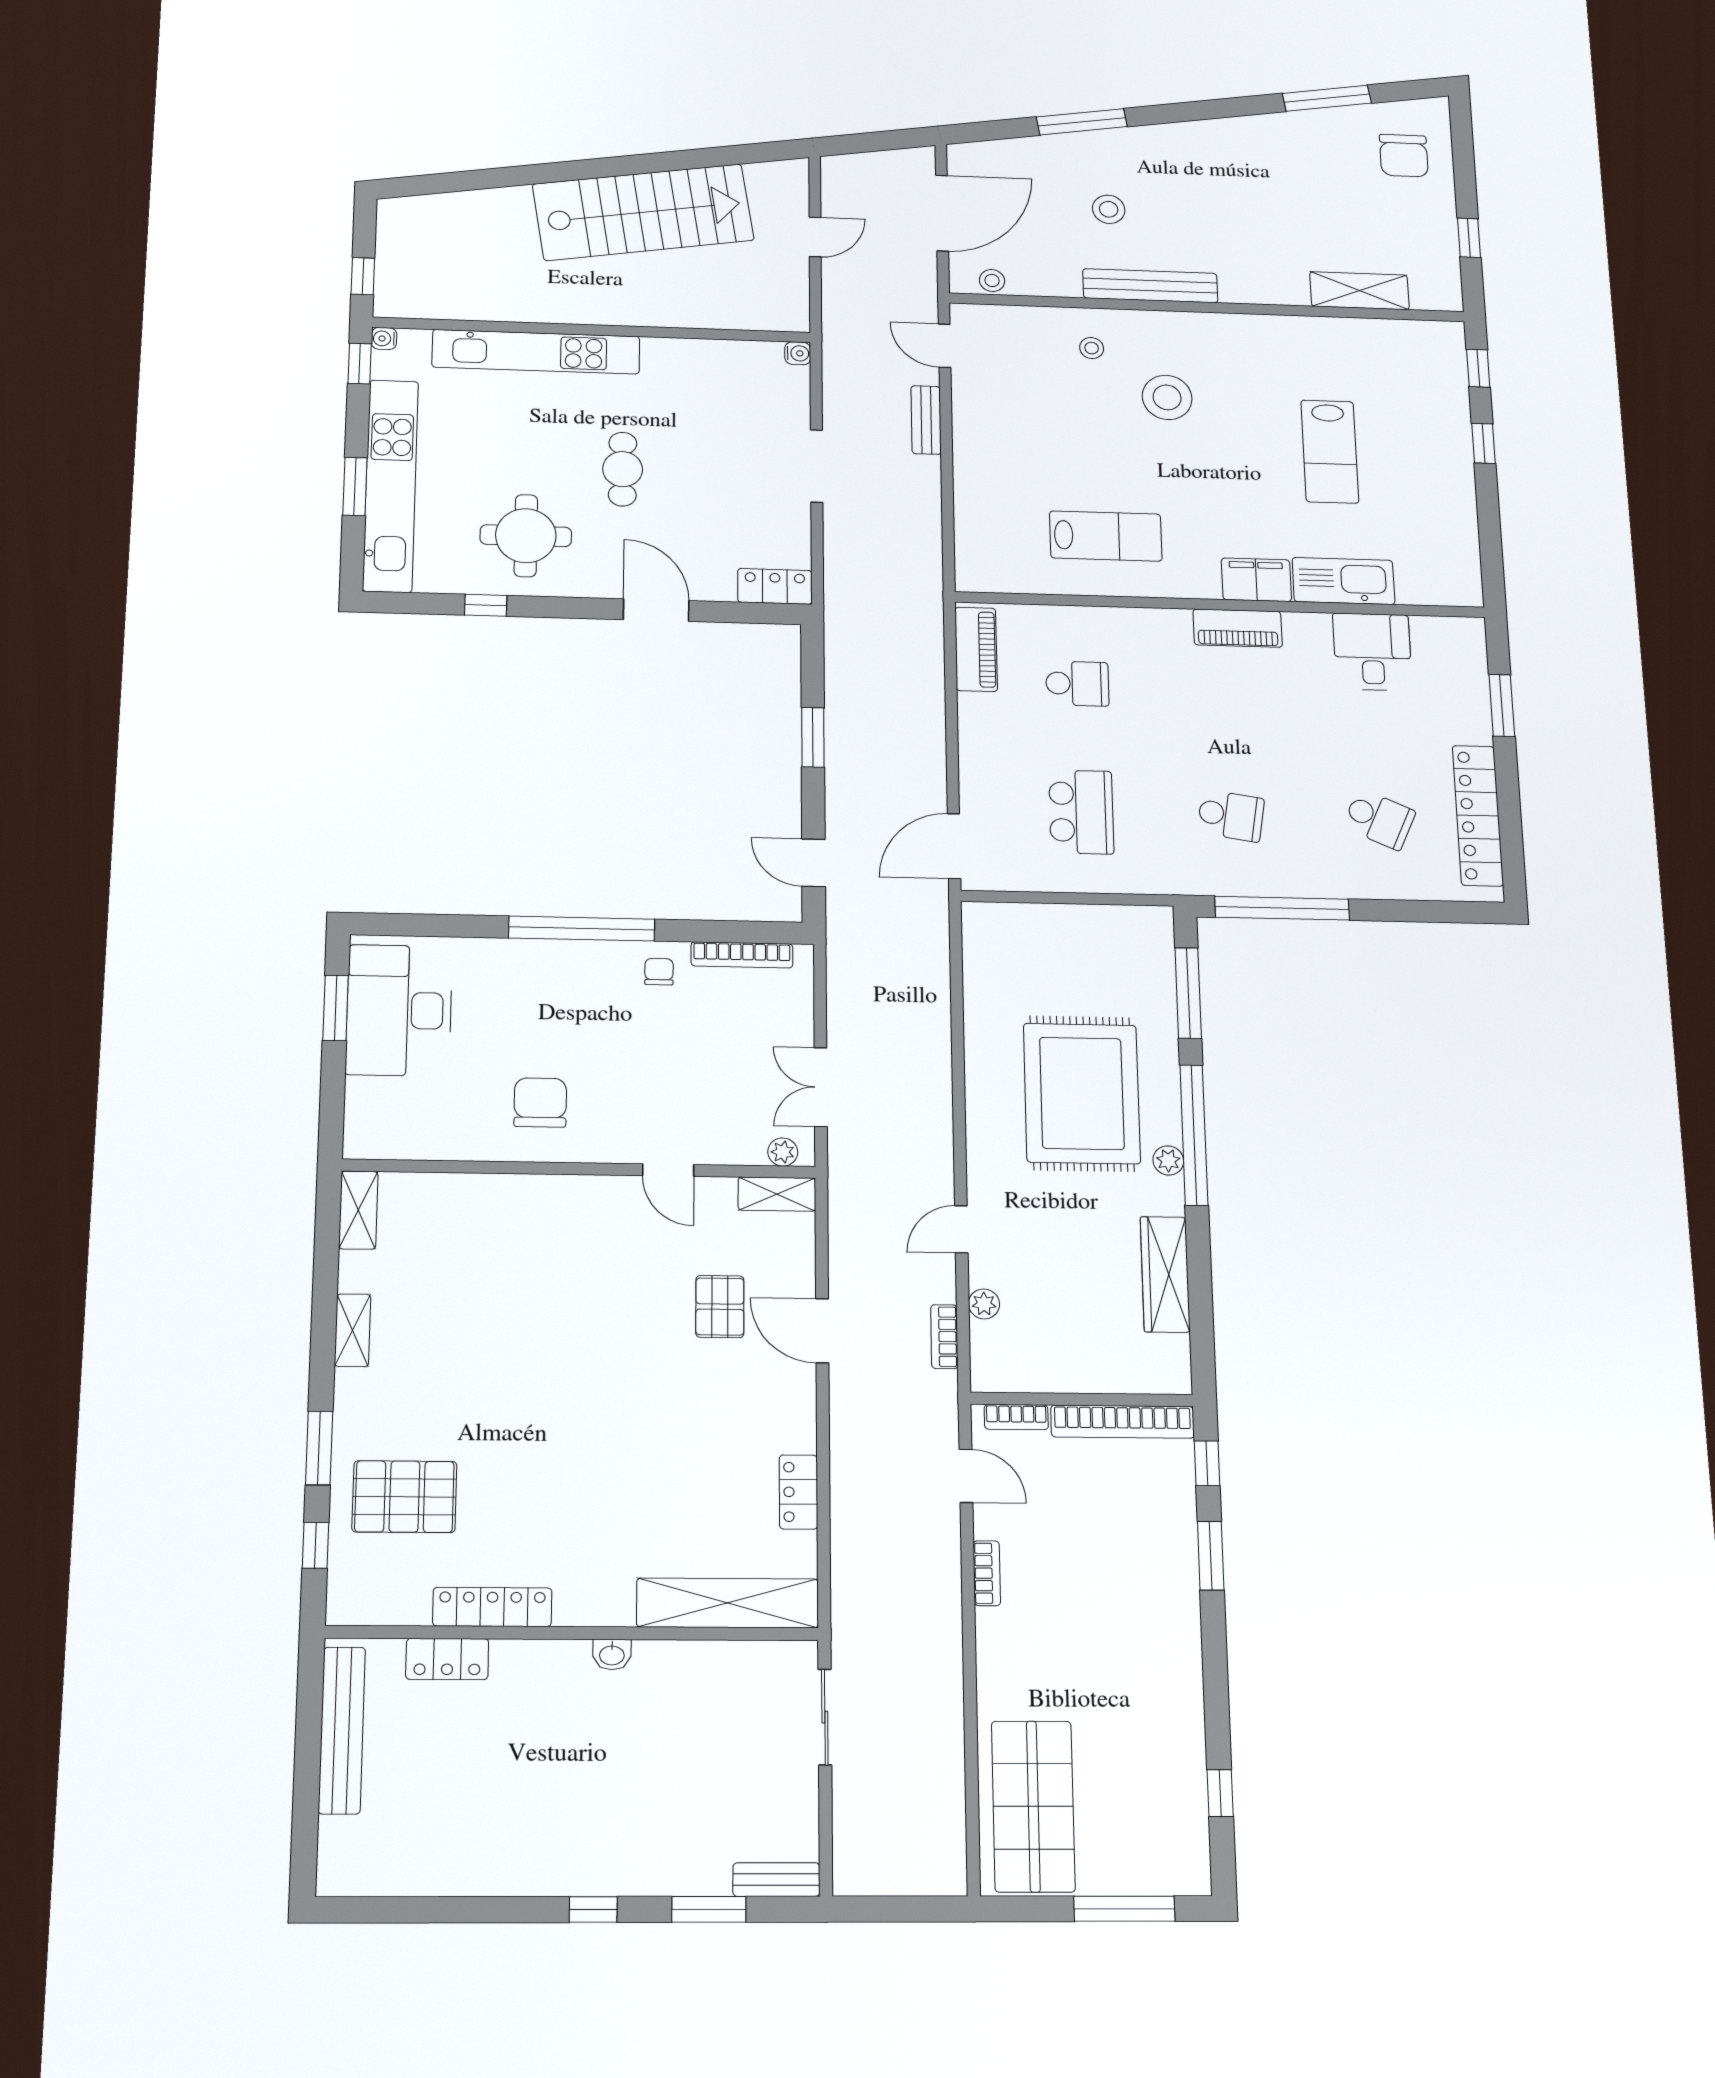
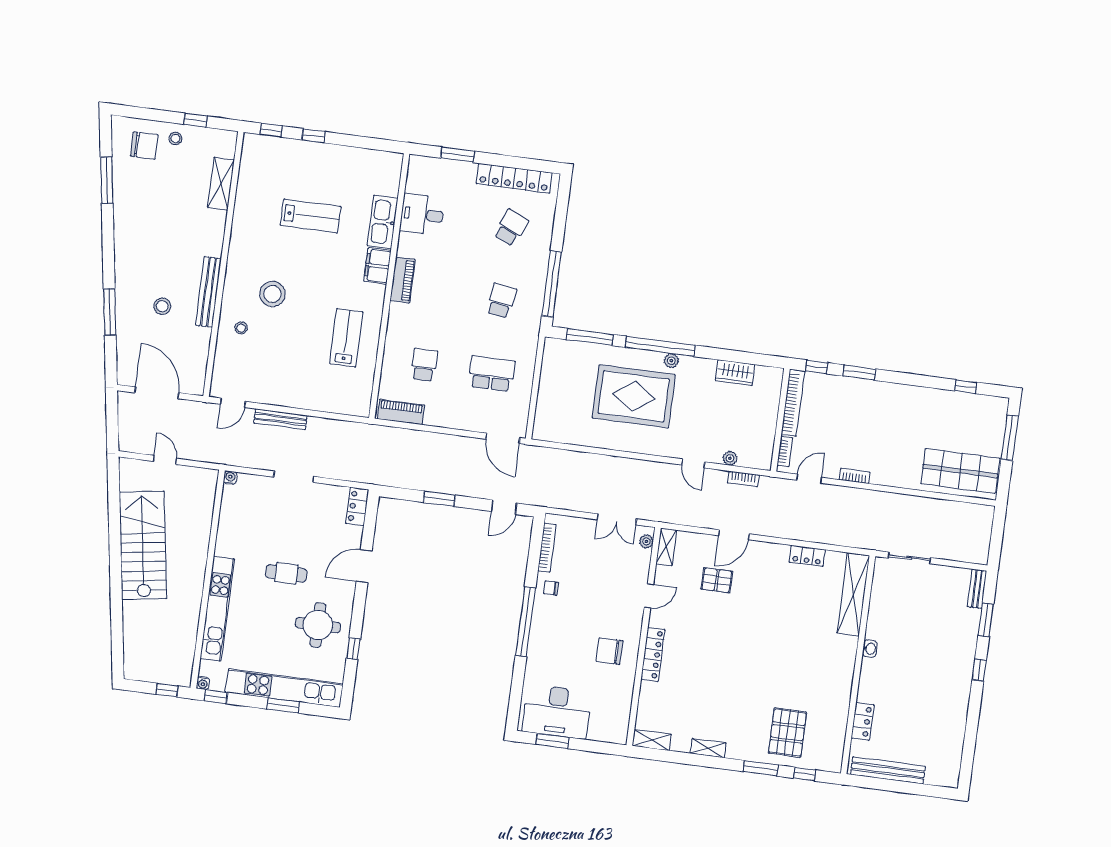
stool: (992, 281) -> (175, 138), moved
bench: (926, 420) -> (280, 419), width x1.36
wardrobe: (1165, 1274) -> (735, 373), width x0.67
locker: (492, 1607) -> (653, 654), moved, turned 180

